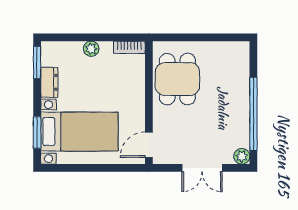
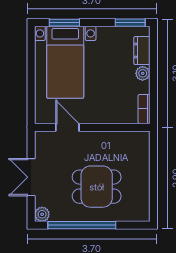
dining table: (177, 79) -> (97, 187), moved
dresser: (49, 82) -> (142, 51), moved, turned 90
door: (149, 145) -> (67, 127), moved

